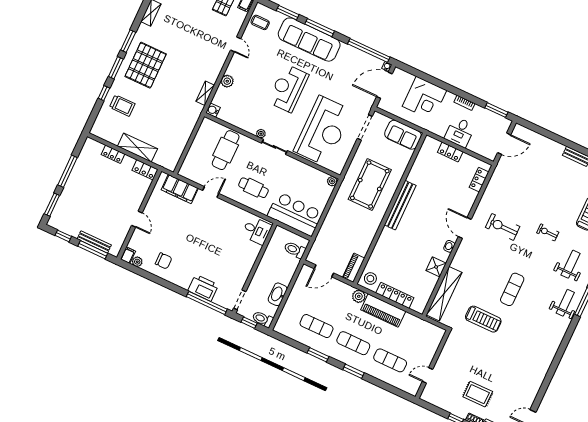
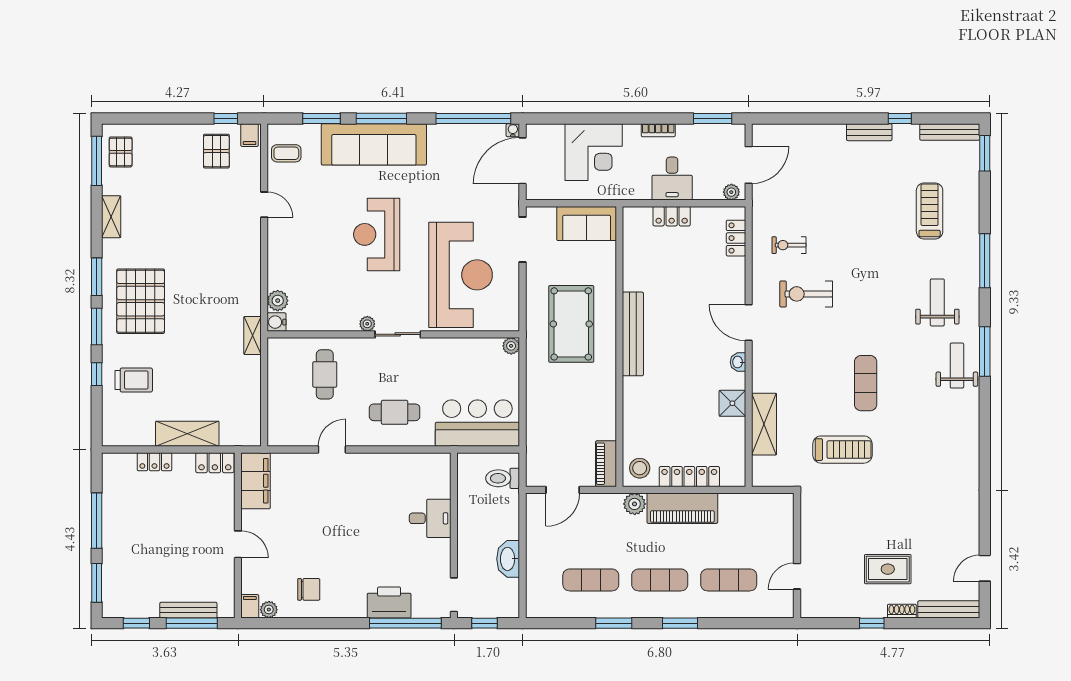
plant: (227, 81) -> (278, 301), moved
shelving: (205, 93) -> (253, 335), moved
cafe table: (226, 150) -> (325, 374), width x0.73, depth x0.74
plant: (488, 154) -> (731, 192), added
filing cabinet: (180, 189) -> (256, 481), moved, turned -90
desk: (257, 230) -> (430, 518), moved
exercise bike: (548, 232) -> (789, 245), moved
shelving: (444, 294) -> (764, 424), width x0.68
toilet: (263, 319) -> (503, 608), removed

